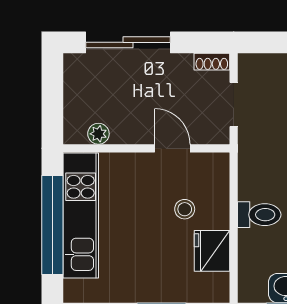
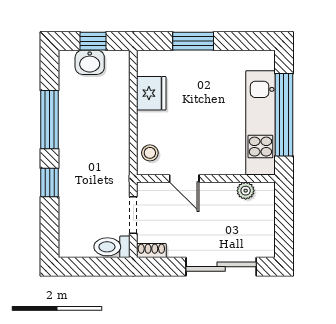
stool: (185, 209) -> (150, 153), moved
toilet: (259, 215) -> (112, 247), moved

